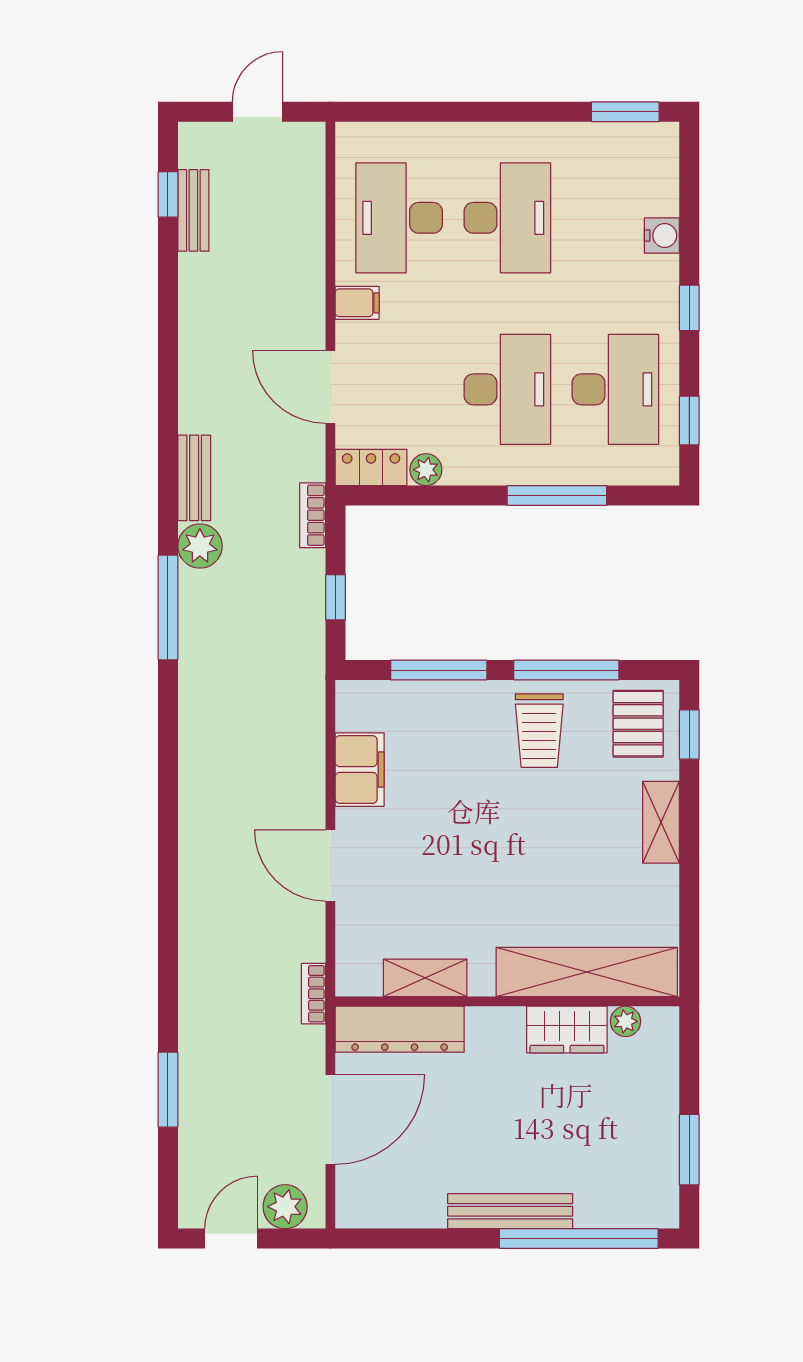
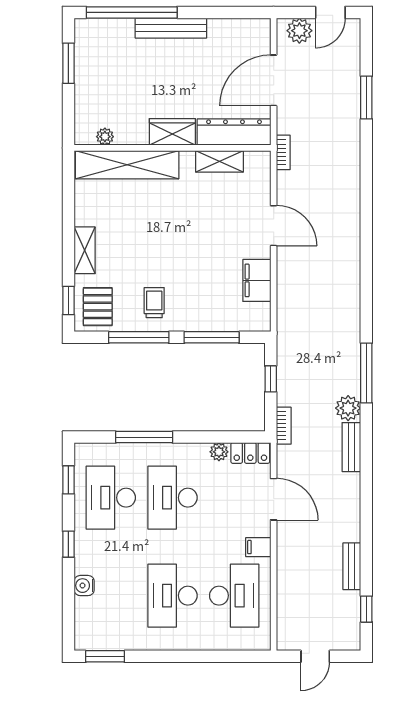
bench: (193, 210) -> (352, 566), moved
trolley: (539, 731) -> (154, 303), width x0.73, depth x0.72
wardrobe: (567, 1030) -> (172, 132), moved

